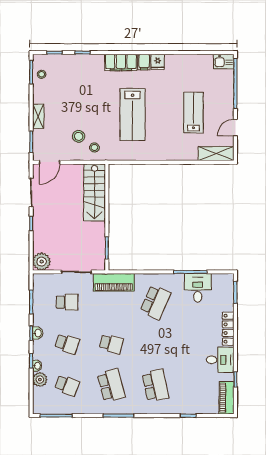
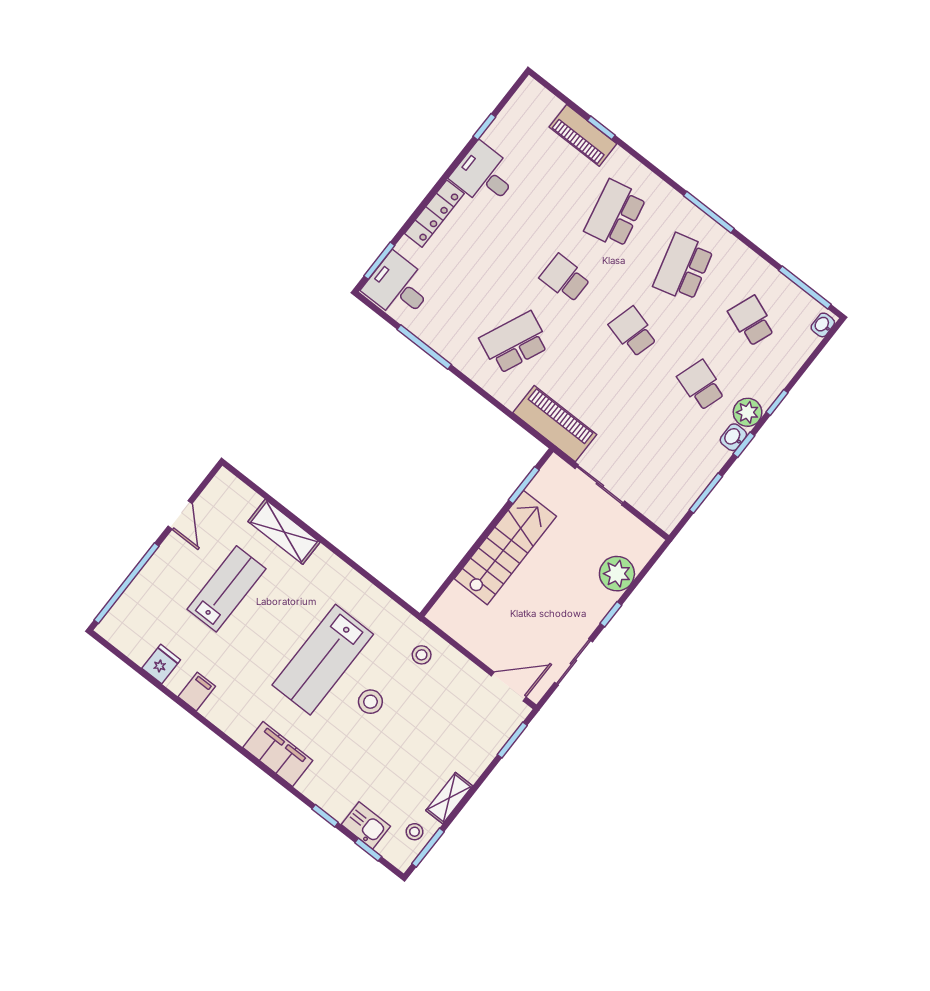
filing cabinet: (144, 62) -> (197, 692), moved
fridge: (158, 62) -> (161, 664), moved
kitchen sink: (224, 62) -> (366, 825), moved
lab bench: (193, 113) -> (226, 589), turned 180
lab bench: (133, 115) -> (323, 660), turned 180
shelving: (38, 116) -> (449, 798), moved
door: (235, 128) -> (180, 515), hinge flipped
stool: (79, 136) -> (370, 702), moved
shelving: (216, 154) -> (284, 532), moved
stairs: (95, 192) -> (505, 548), moved
plant: (42, 262) -> (617, 574), moved
desk: (198, 288) -> (398, 287), moved, turned 90
school desk: (67, 302) -> (565, 278), moved
washbasin: (37, 366) -> (823, 325), moved
plant: (40, 380) -> (748, 412), moved
piano: (227, 398) -> (583, 135), moved, turned 90

